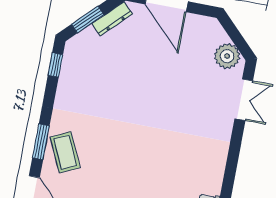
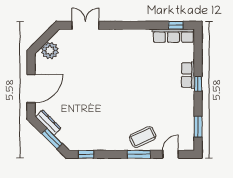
plant: (227, 56) -> (50, 51), moved

